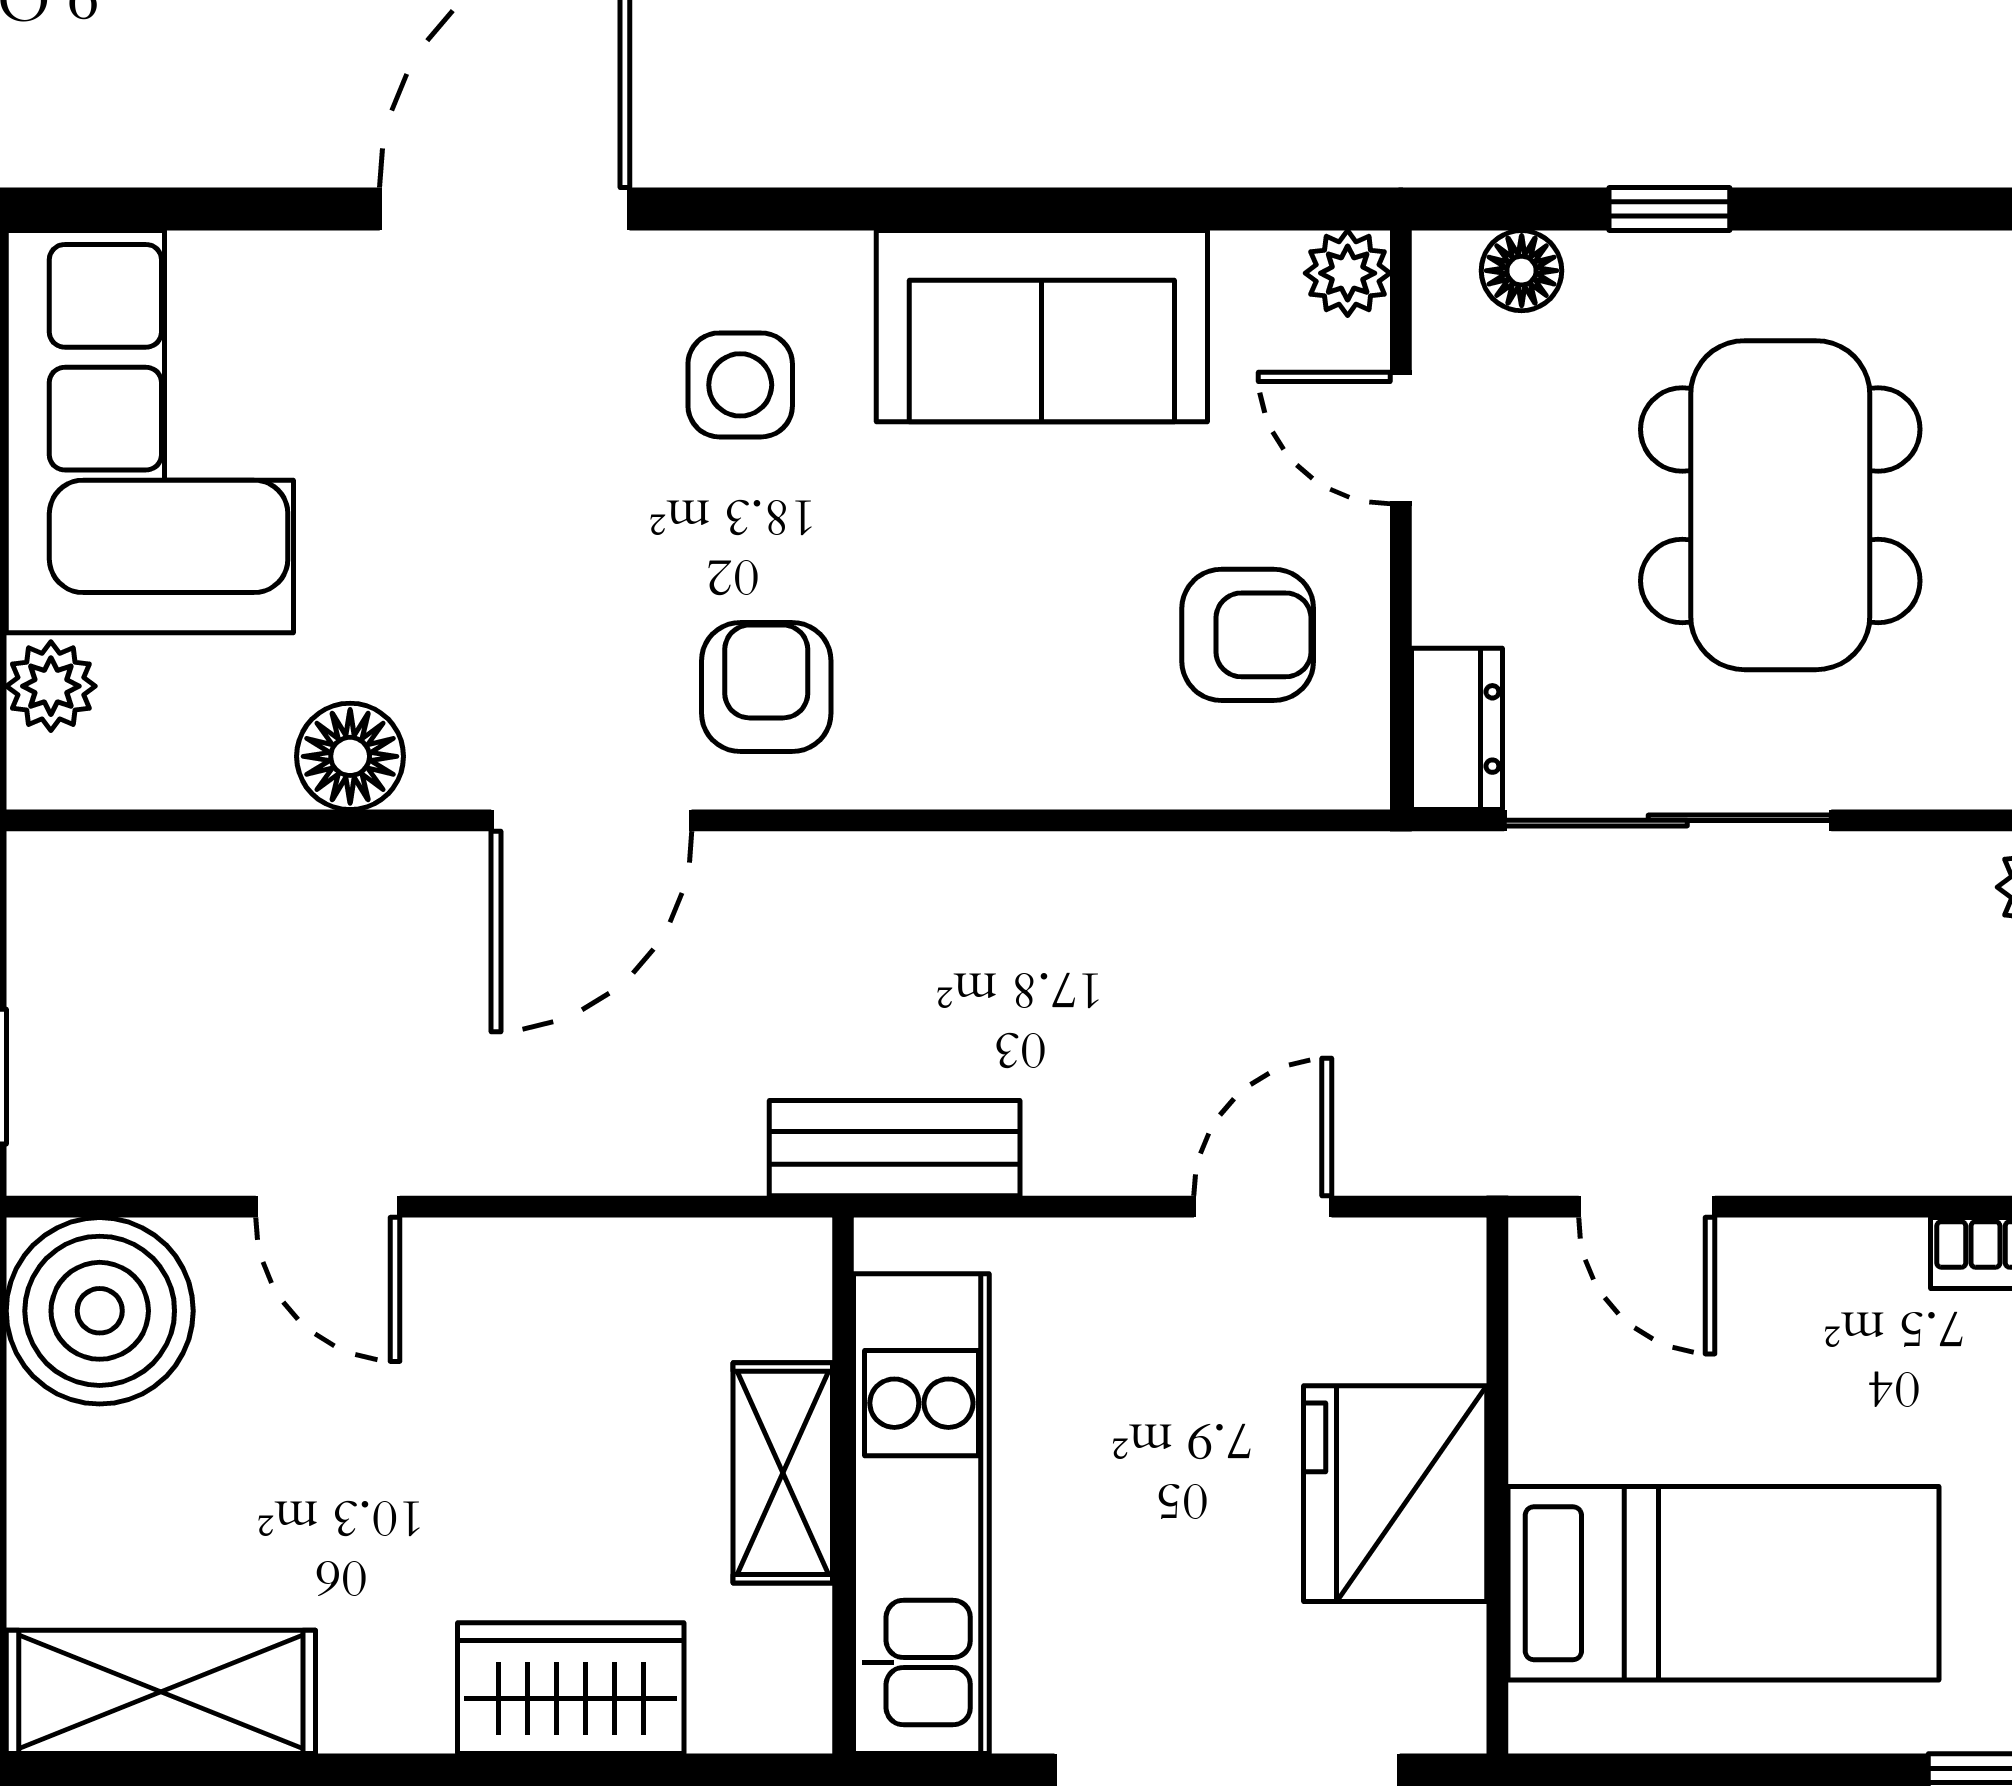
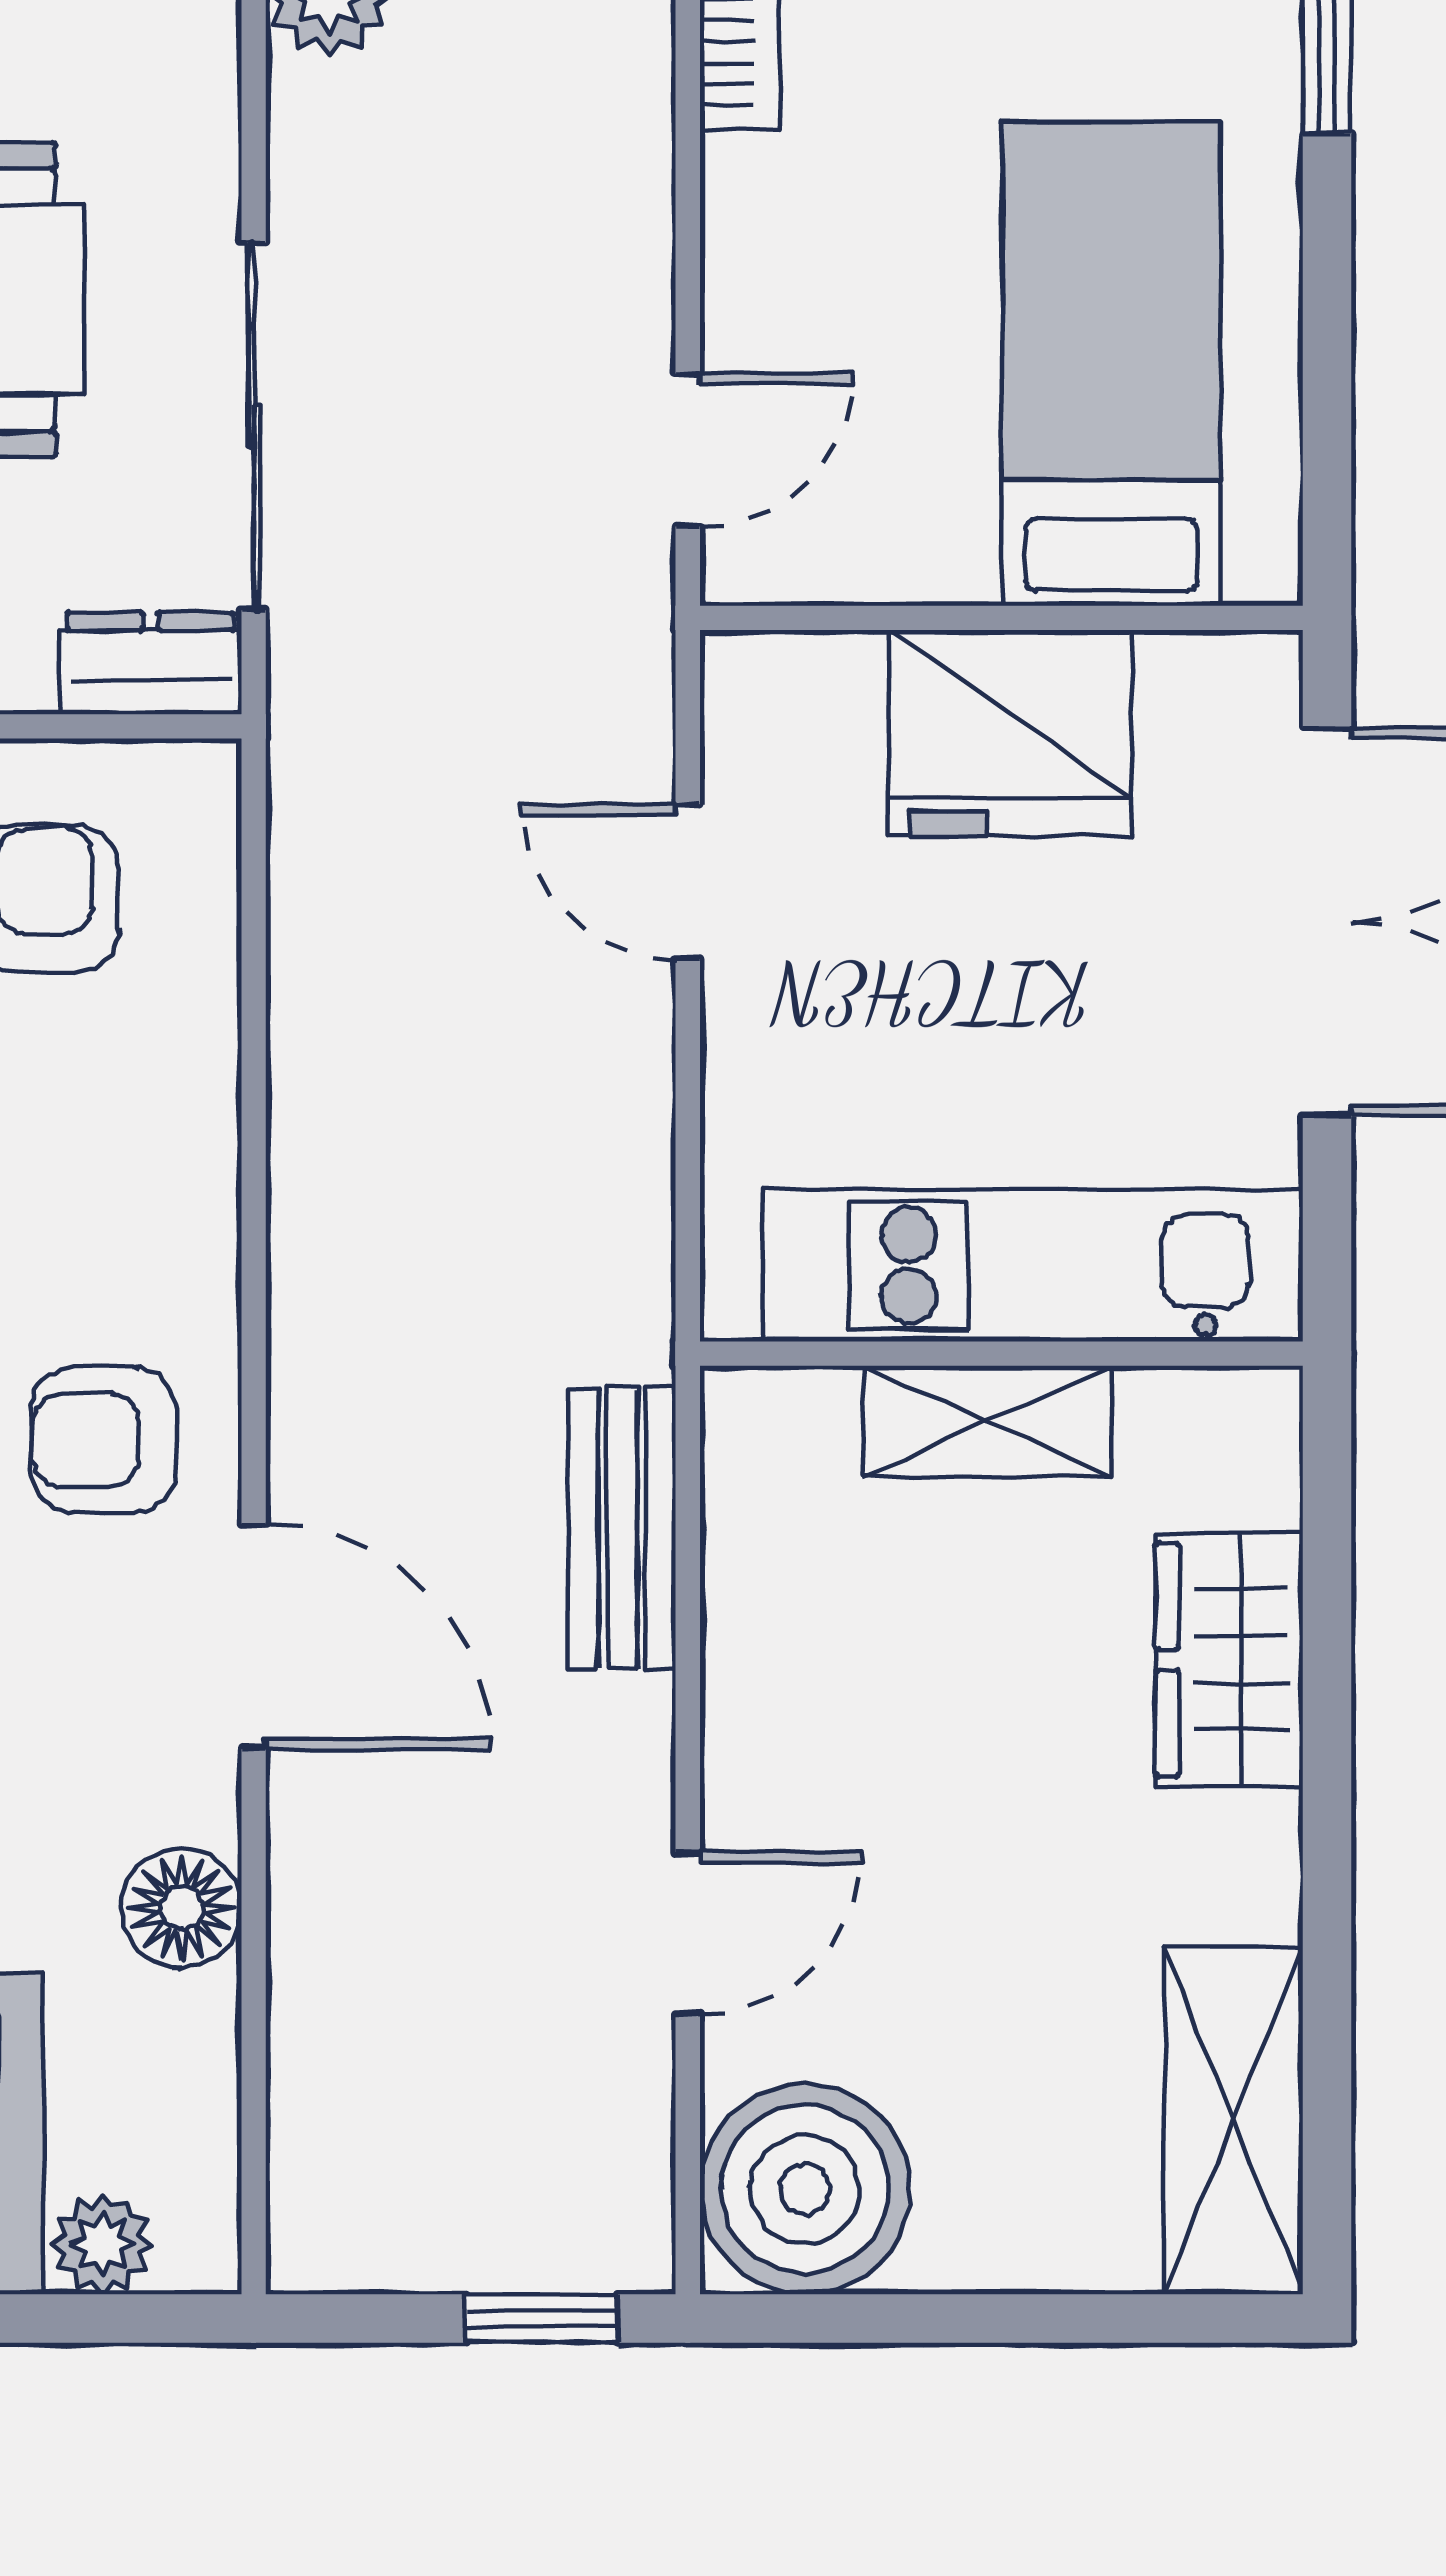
bench: (895, 1148) -> (622, 1528), moved

